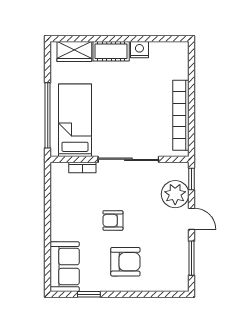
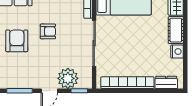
dresser: (180, 64) -> (166, 82), added
armchair: (113, 220) -> (48, 31), turned 90
armchair: (125, 262) -> (17, 41), turned 180

